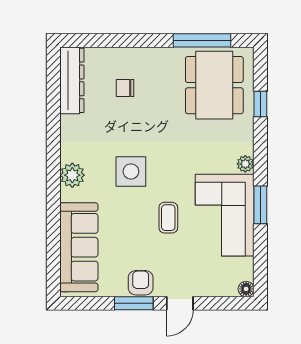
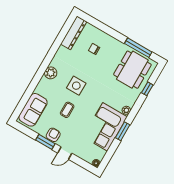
coffee table: (168, 218) -> (67, 110), moved
sofa: (79, 247) -> (33, 110), width x0.73

